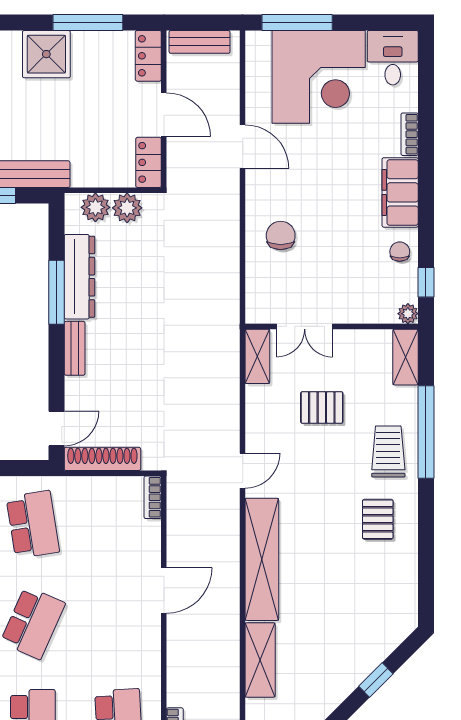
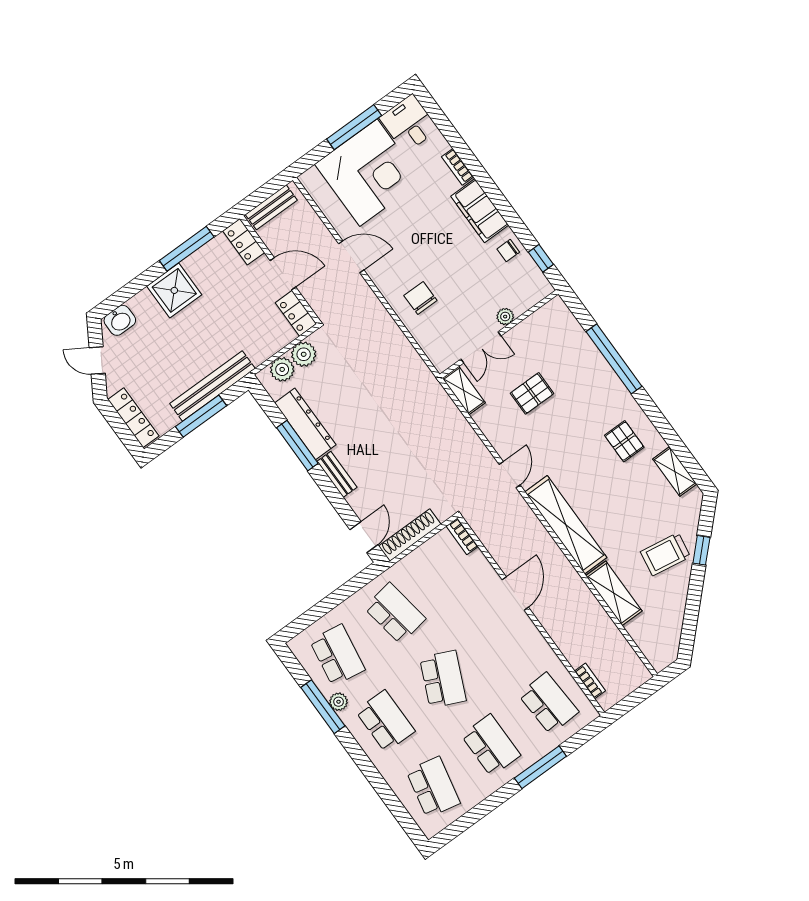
window: (297, 22) -> (354, 127), moved
chair: (400, 252) -> (508, 251), turned -90
plant: (408, 314) -> (505, 317), moved
shelving: (406, 357) -> (675, 471), moved
trolley: (388, 451) -> (665, 554), moved, turned -81

